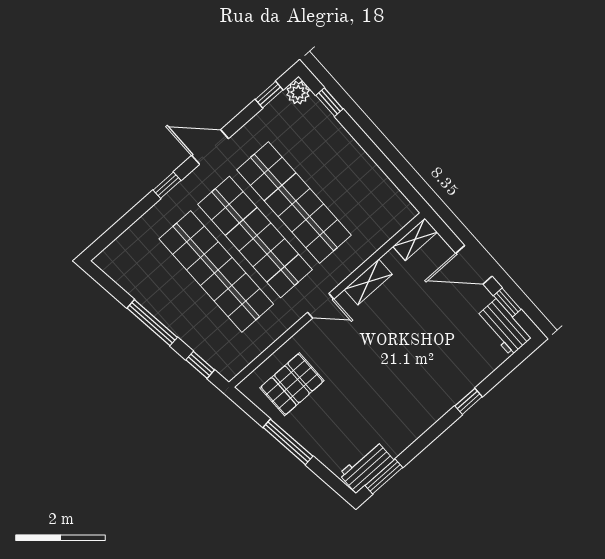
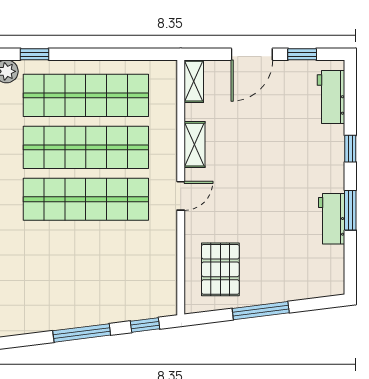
shop shelf: (216, 271) -> (86, 95), moved
workbench: (504, 327) -> (331, 97), moved, turned 90
workbench: (366, 467) -> (332, 219), moved
window: (384, 477) -> (350, 210), moved

